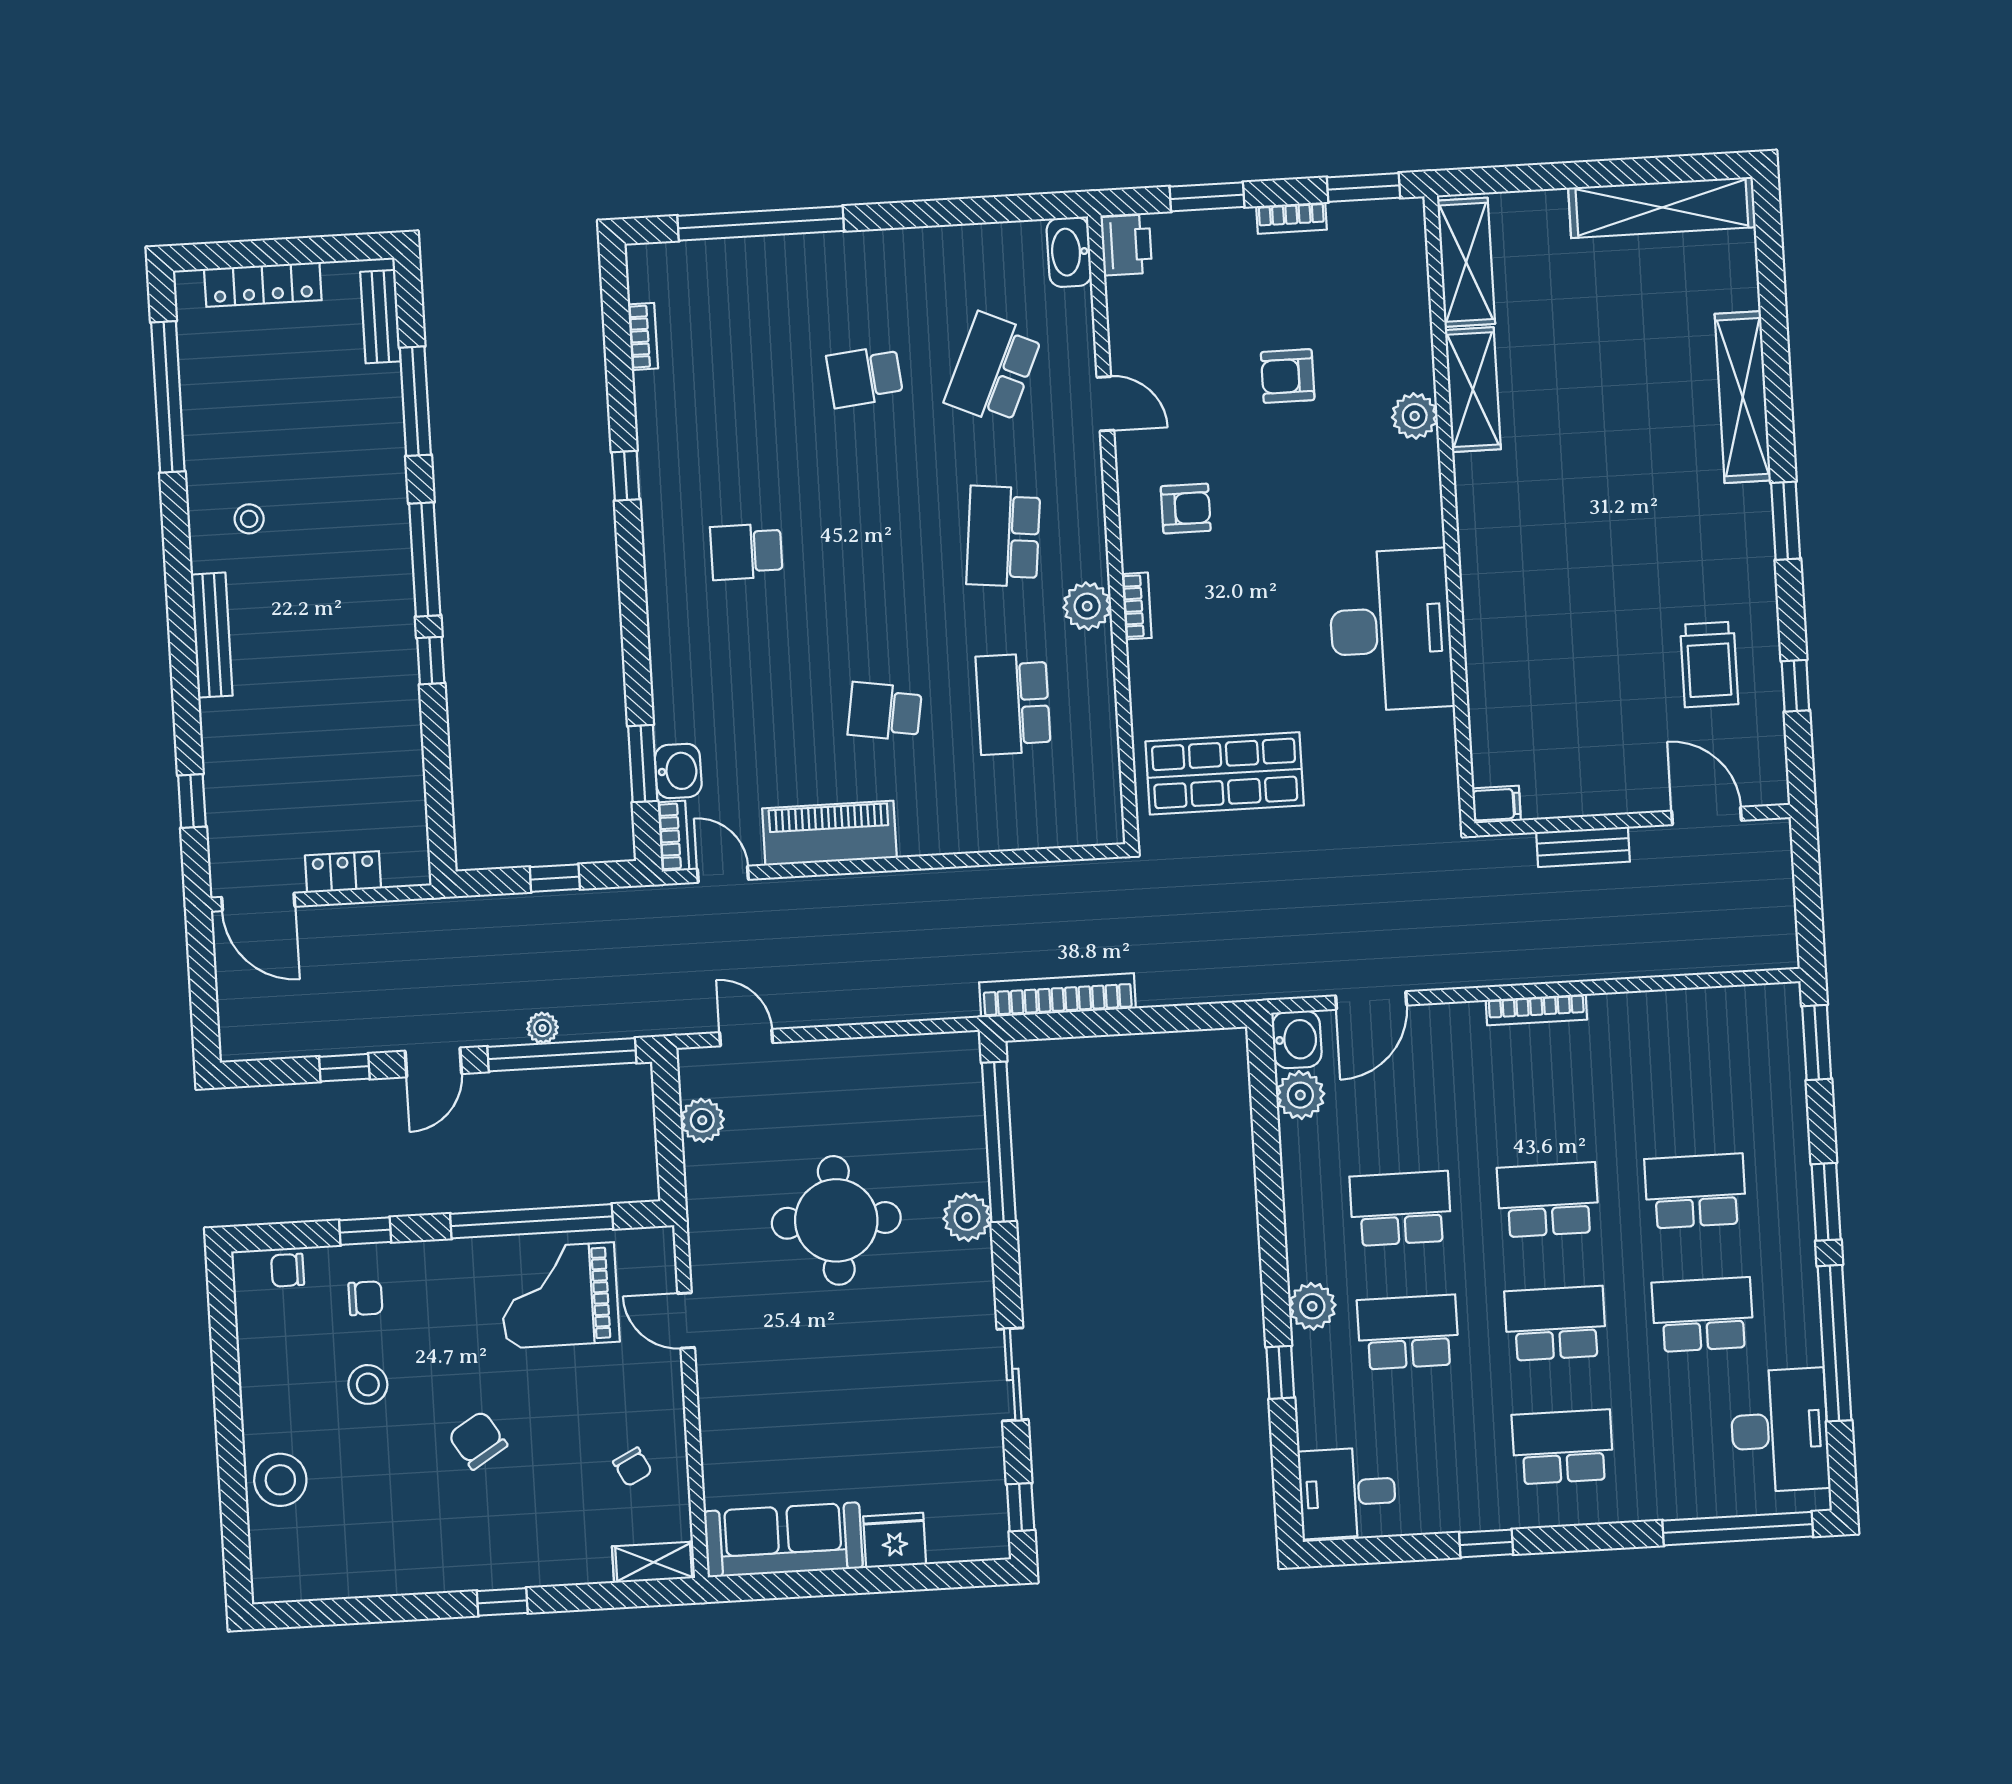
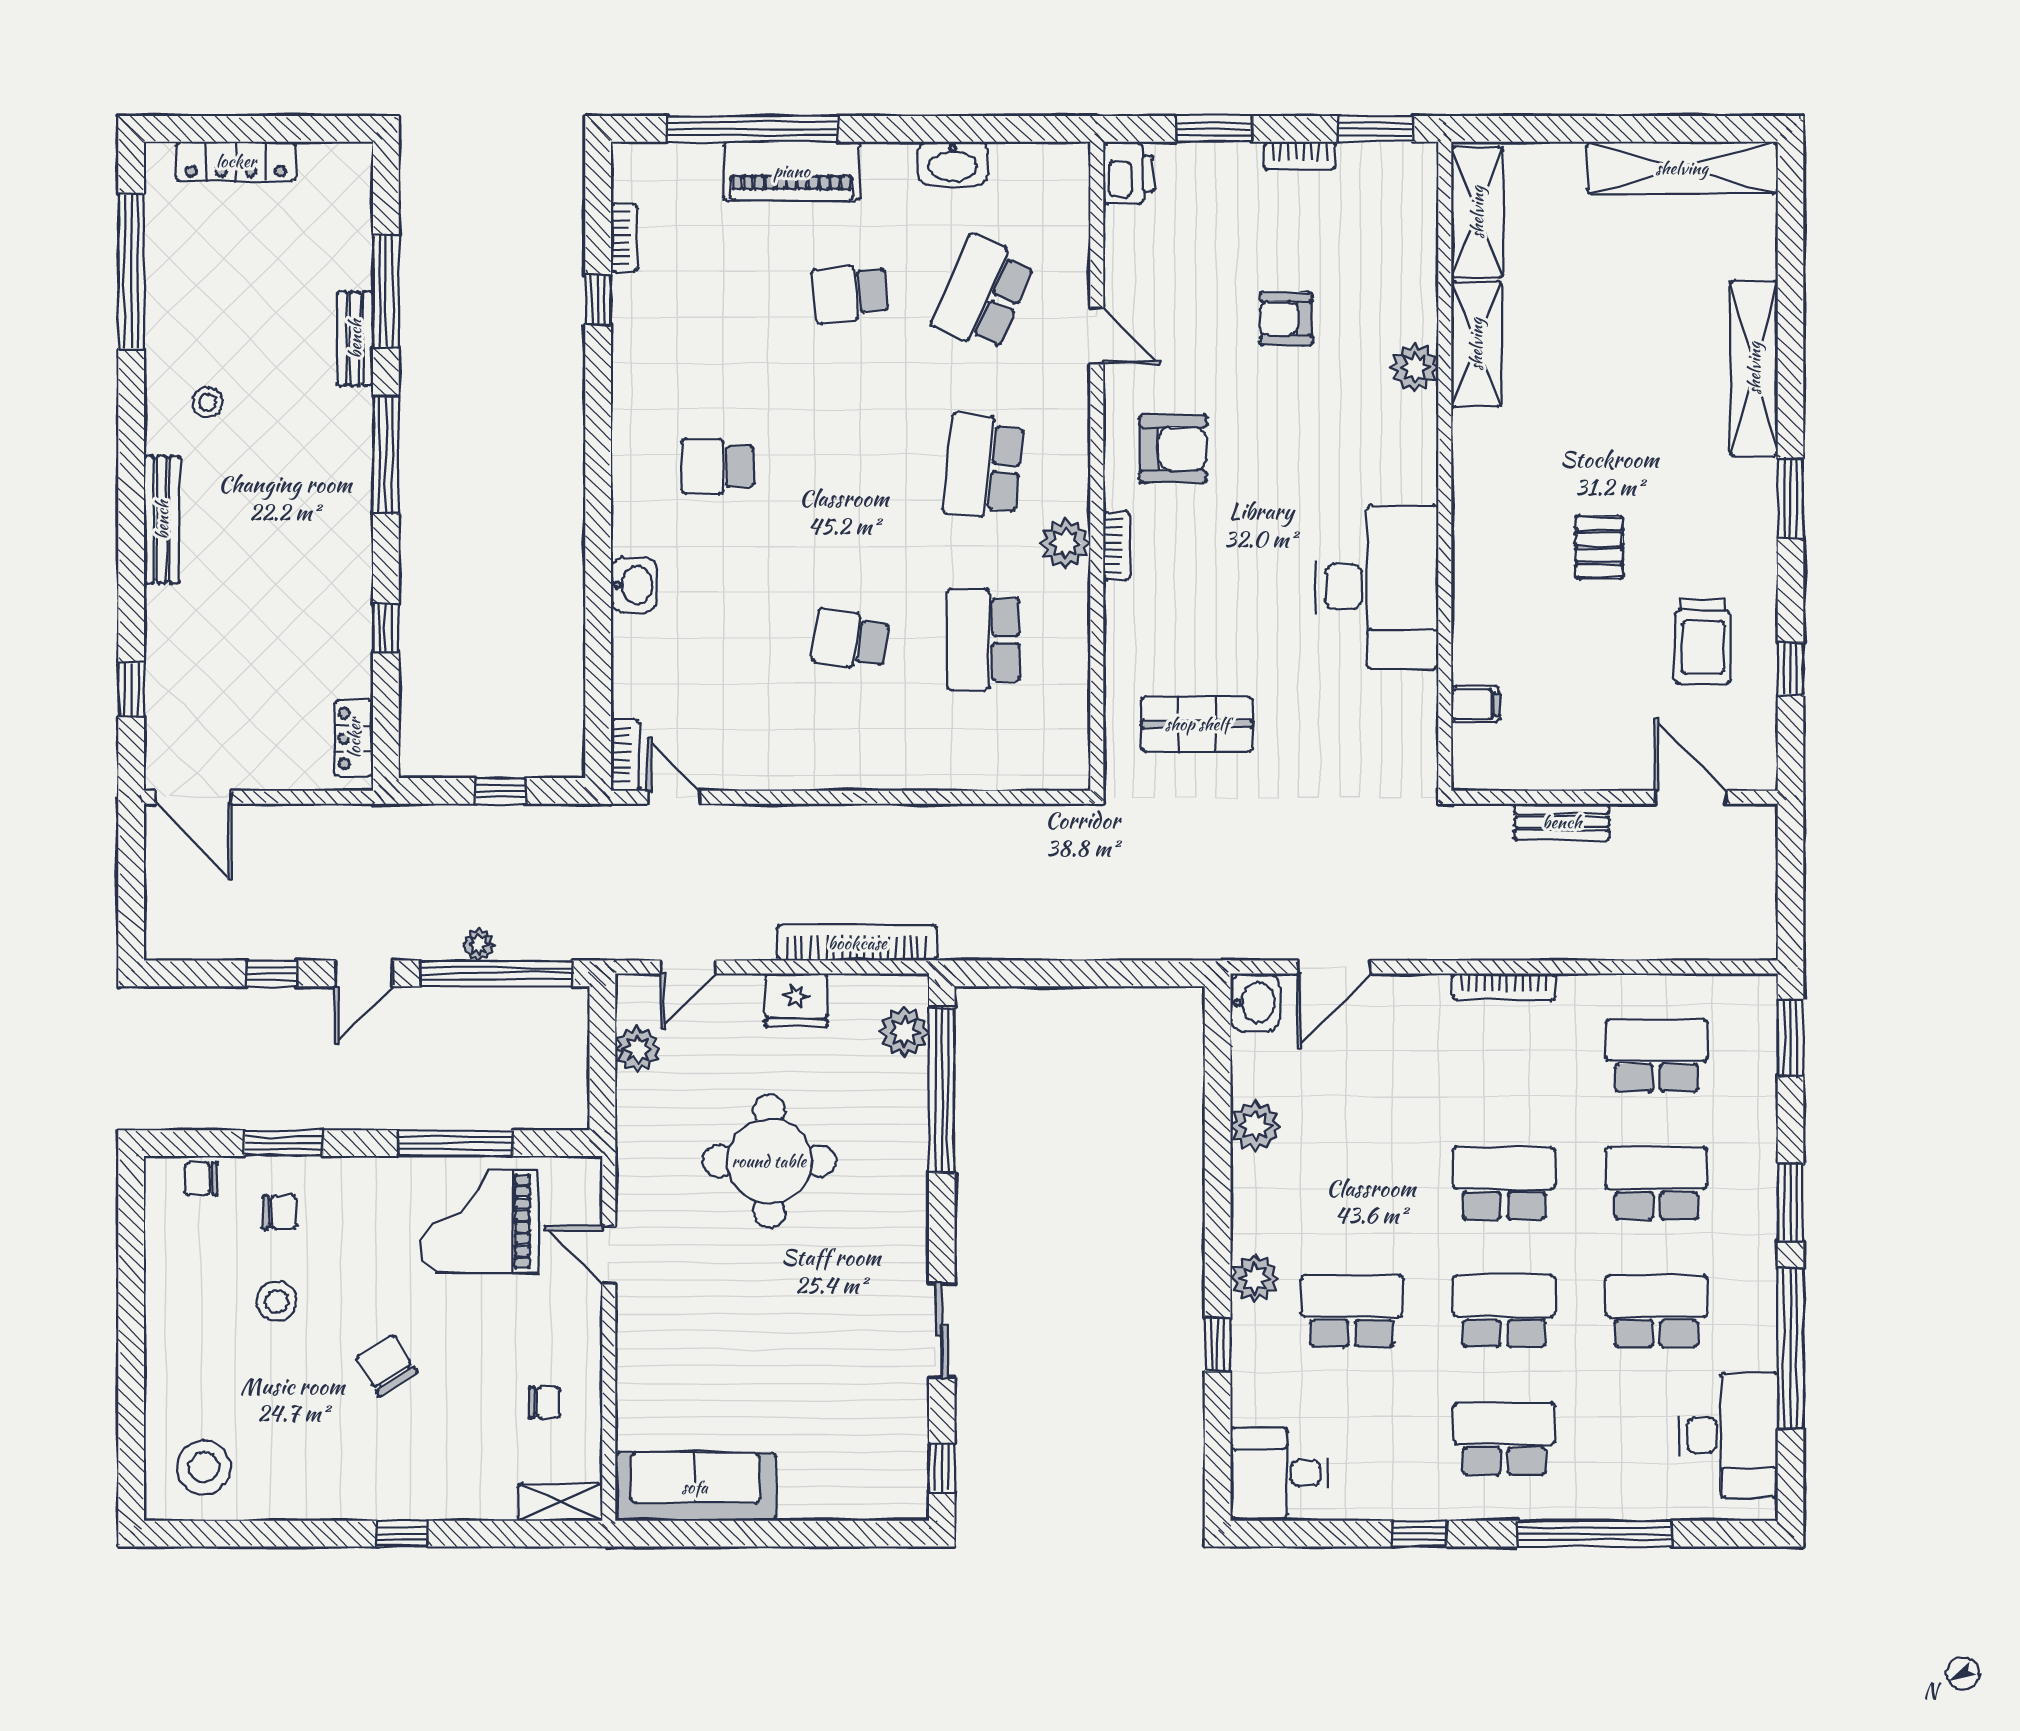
washbasin: (1069, 252) -> (953, 163), moved, turned -90
bench: (380, 317) -> (355, 339), moved
window: (626, 476) -> (598, 300), moved
armchair: (1186, 508) -> (1173, 449), width x1.38, depth x1.38
pallet: (1603, 579) -> (1599, 547), added
window: (431, 661) -> (386, 628), moved
window: (643, 764) -> (598, 678), removed
washbasin: (678, 771) -> (634, 585), moved
shop shelf: (1225, 773) -> (1197, 724), width x0.70, depth x0.74
filing cabinet: (1496, 805) -> (1475, 704), moved
piano: (829, 833) -> (792, 171), moved, turned 180
locker: (343, 872) -> (354, 738), moved, turned -90
bookcase: (1058, 995) -> (857, 943), moved
door: (746, 1038) -> (688, 967), swing flipped
plant: (1300, 1095) -> (1255, 1126), moved
school desk: (1401, 1209) -> (1656, 1055), moved
plant: (967, 1217) -> (904, 1032), moved
window: (532, 1221) -> (455, 1143), width x0.68
window: (365, 1231) -> (283, 1143), width x1.50
chair: (633, 1467) -> (544, 1402), turned -63
stool: (280, 1480) -> (204, 1467), moved
window: (1738, 1529) -> (1594, 1534), moved
fridge: (895, 1540) -> (796, 1000), moved, turned 180

